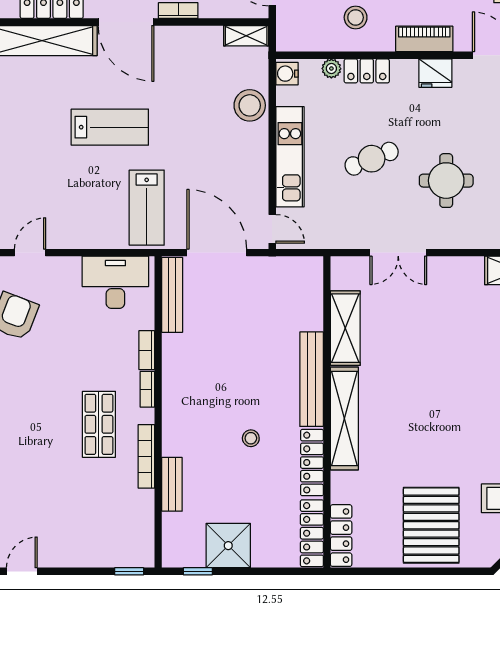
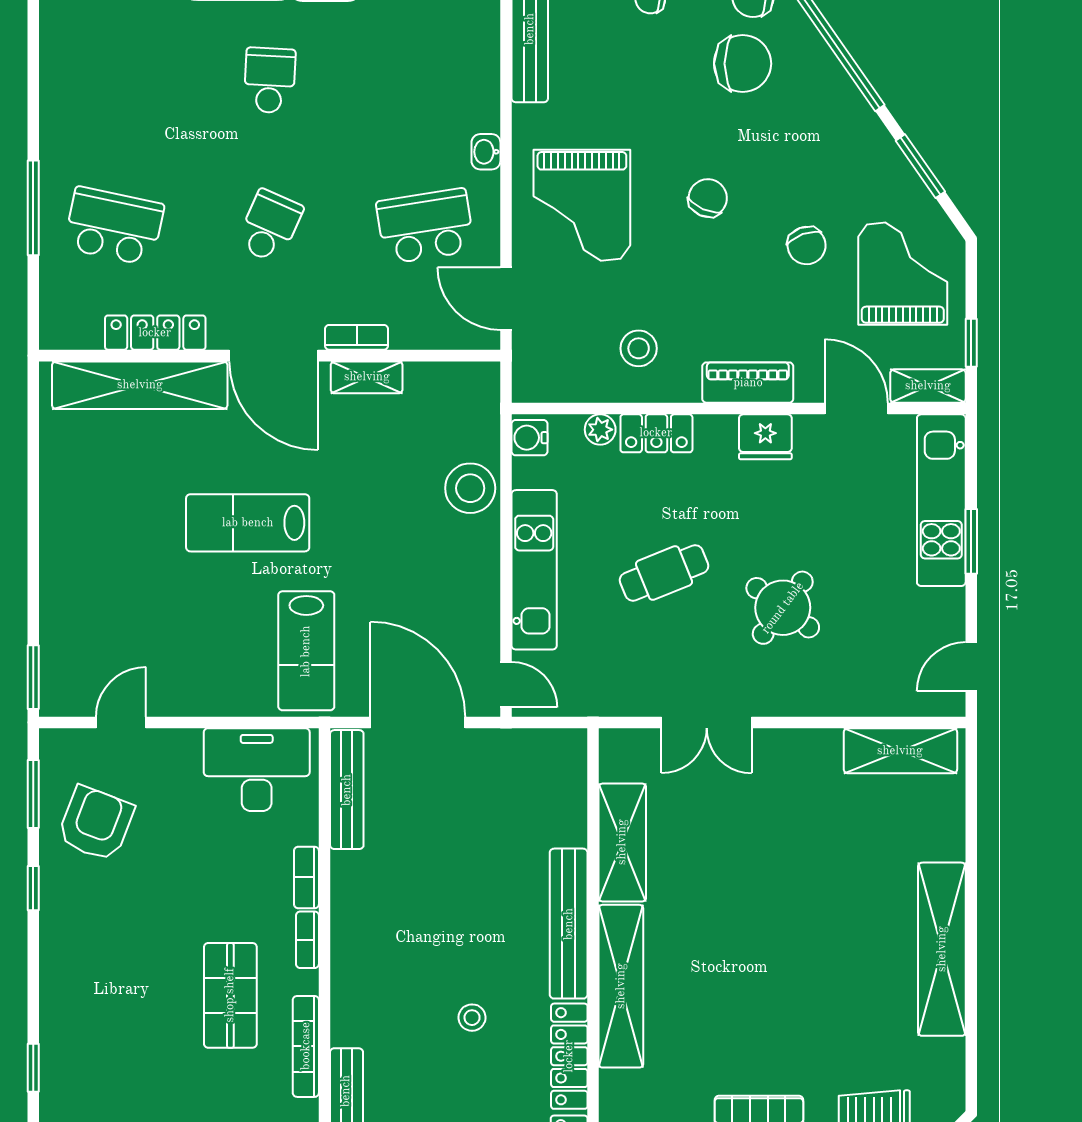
shelving: (246, 36) -> (367, 377), moved
lab bench: (110, 127) -> (248, 523), turned 180
round table: (446, 181) -> (783, 608), turned 37

